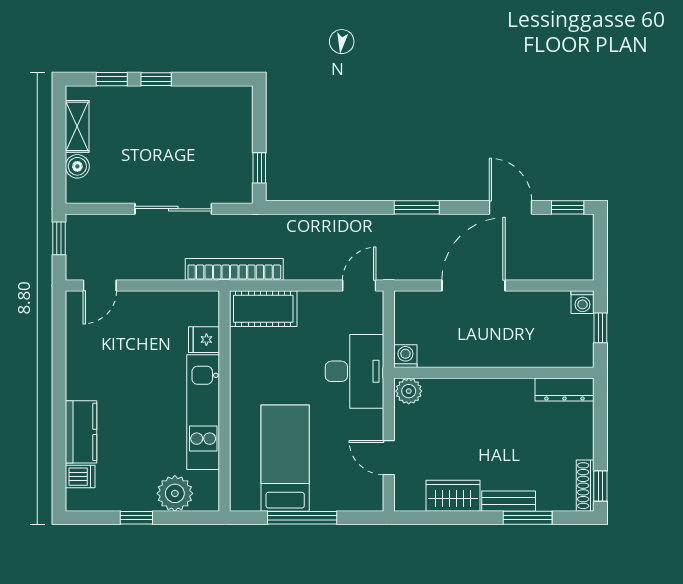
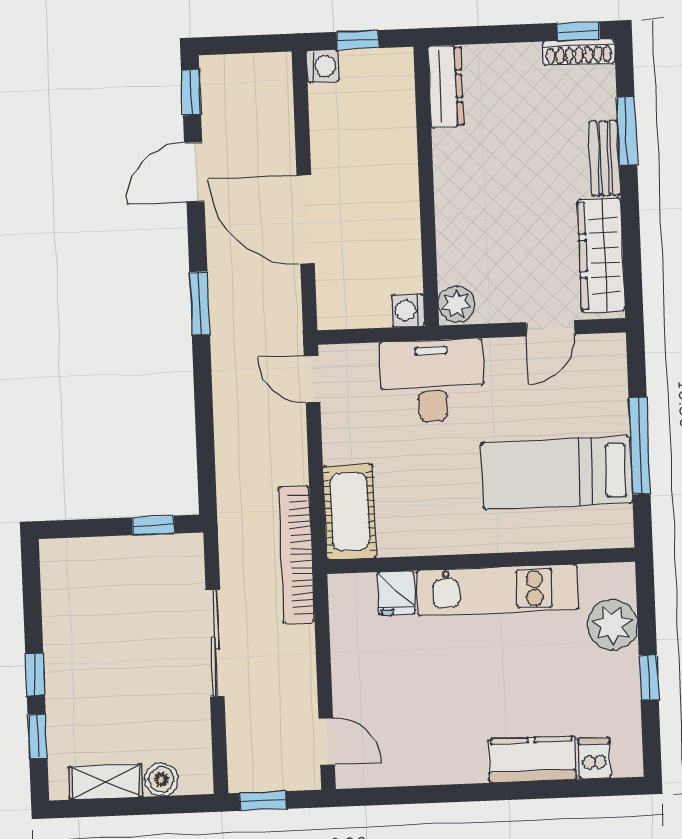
wardrobe: (453, 496) -> (601, 255), width x1.50

